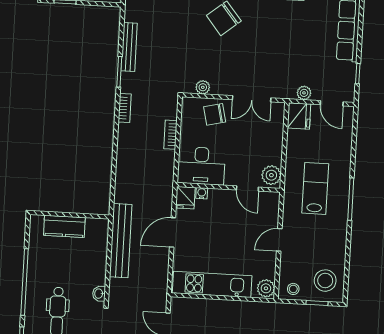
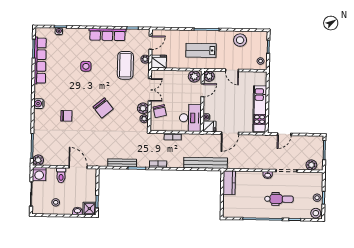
coffee table: (295, 59) -> (125, 65), added
plant: (221, 86) -> (143, 108), added
kitchen counter: (64, 226) -> (229, 183), moved
door: (172, 232) -> (230, 133), hinge flipped
bench: (121, 241) -> (206, 163), moved
stool: (325, 281) -> (240, 40), moved
plant: (266, 288) -> (209, 76), moved

